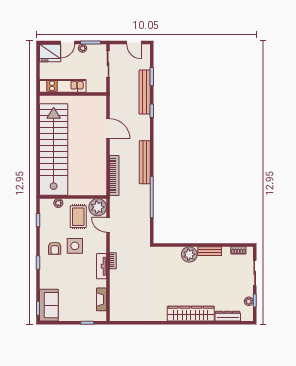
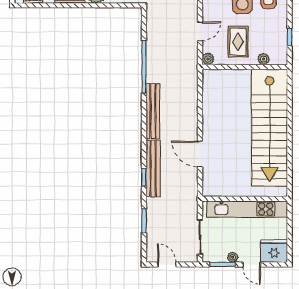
door: (68, 43) -> (252, 265), swing flipped
kitchen unit: (63, 86) -> (247, 209), width x1.36
bench: (145, 92) -> (153, 168), moved
bookcase: (114, 176) -> (192, 94), removed
plant: (98, 207) -> (208, 59), width x0.53, depth x0.53
door: (108, 225) -> (200, 31), hinge flipped

